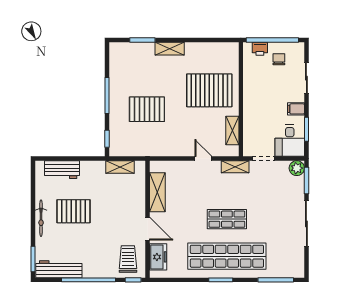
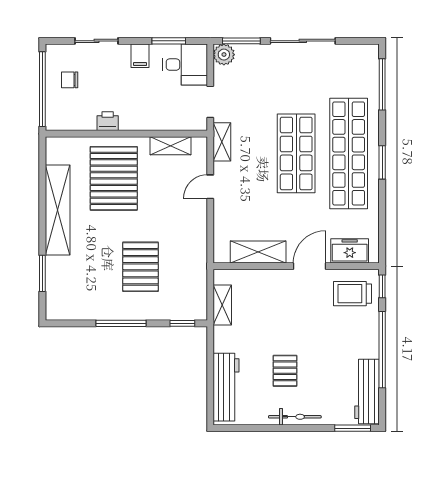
shelving: (170, 49) -> (58, 210), width x2.20, depth x1.33
printer: (260, 49) -> (108, 121), moved, turned -90
workbench: (62, 170) -> (226, 387), width x1.38
pallet: (74, 211) -> (285, 371), width x0.67, depth x0.71
shop shelf: (227, 219) -> (296, 153), width x1.43, depth x1.36

